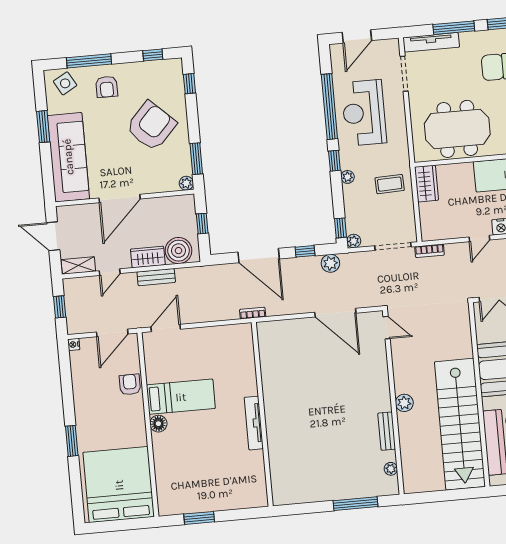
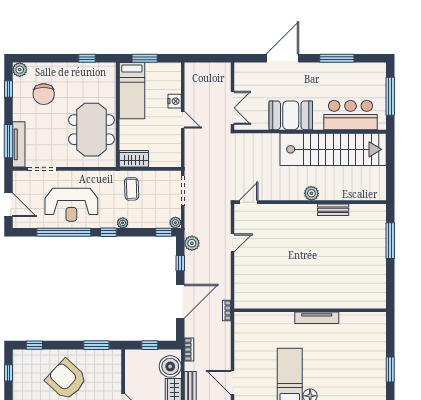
window: (454, 28) -> (8, 141), moved
plant: (186, 183) -> (116, 355), removed
bookcase: (430, 251) -> (189, 350), moved
door: (335, 313) -> (233, 243), width x0.53
plant: (391, 469) -> (364, 209), removed

